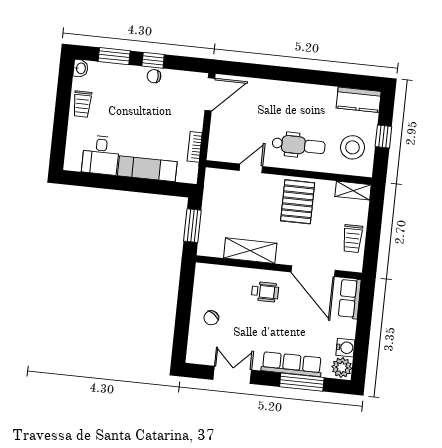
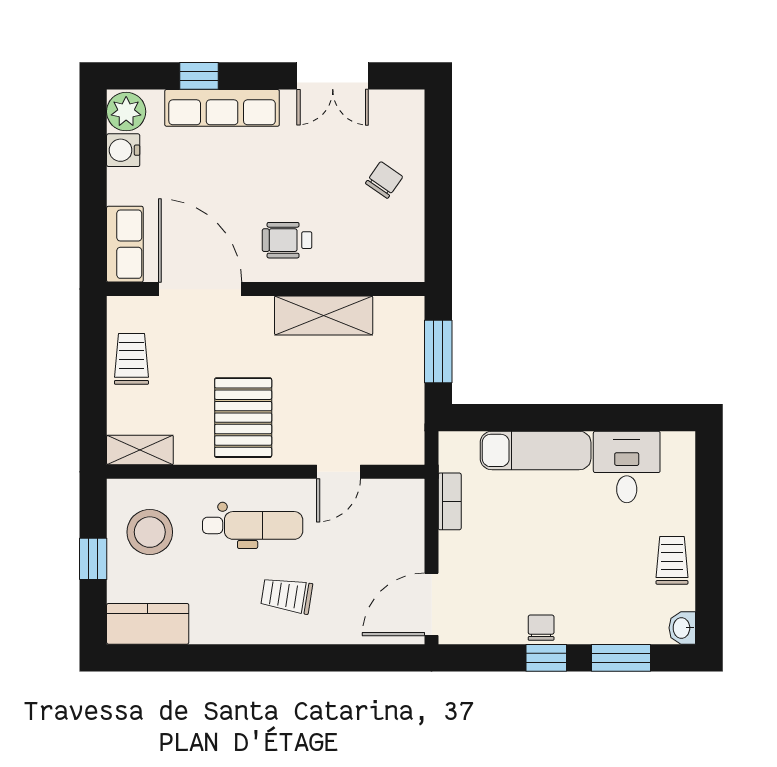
chair: (154, 76) -> (541, 628), turned -90
trolley: (285, 107) -> (287, 595), added
dental chair: (299, 145) -> (253, 525), turned 180
window: (302, 382) -> (199, 76), width x0.46

